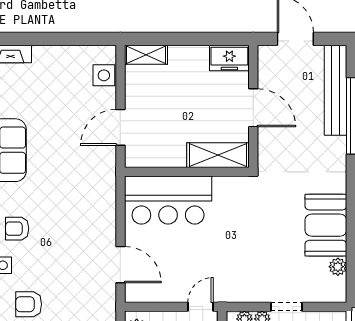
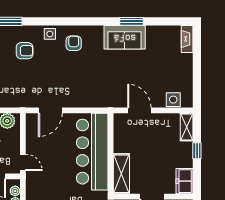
window: (183, 39) -> (197, 151), added
bar counter: (168, 200) -> (92, 152), width x1.36
armchair: (29, 304) -> (25, 51), turned 90

